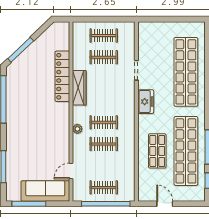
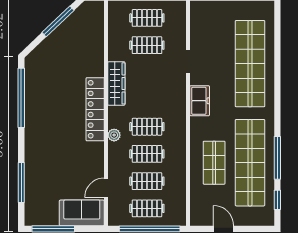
window: (21, 50) -> (58, 21), moved
locker: (62, 76) -> (95, 109), moved
clothes rail: (104, 166) -> (147, 181), added
sofa: (45, 191) -> (82, 213), width x0.73

